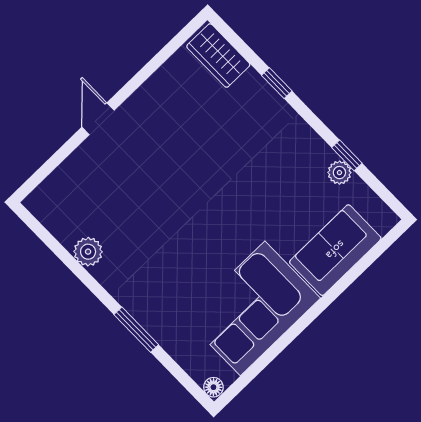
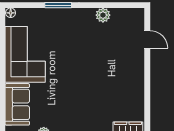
door: (98, 119) -> (147, 39), moved

